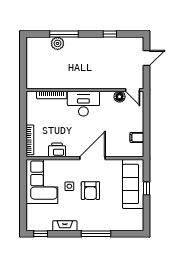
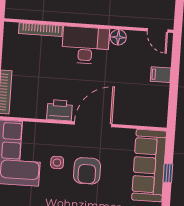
floor lamp: (120, 97) -> (118, 37), moved
filing cabinet: (137, 137) -> (161, 75), moved
printer: (57, 150) -> (60, 110), moved

